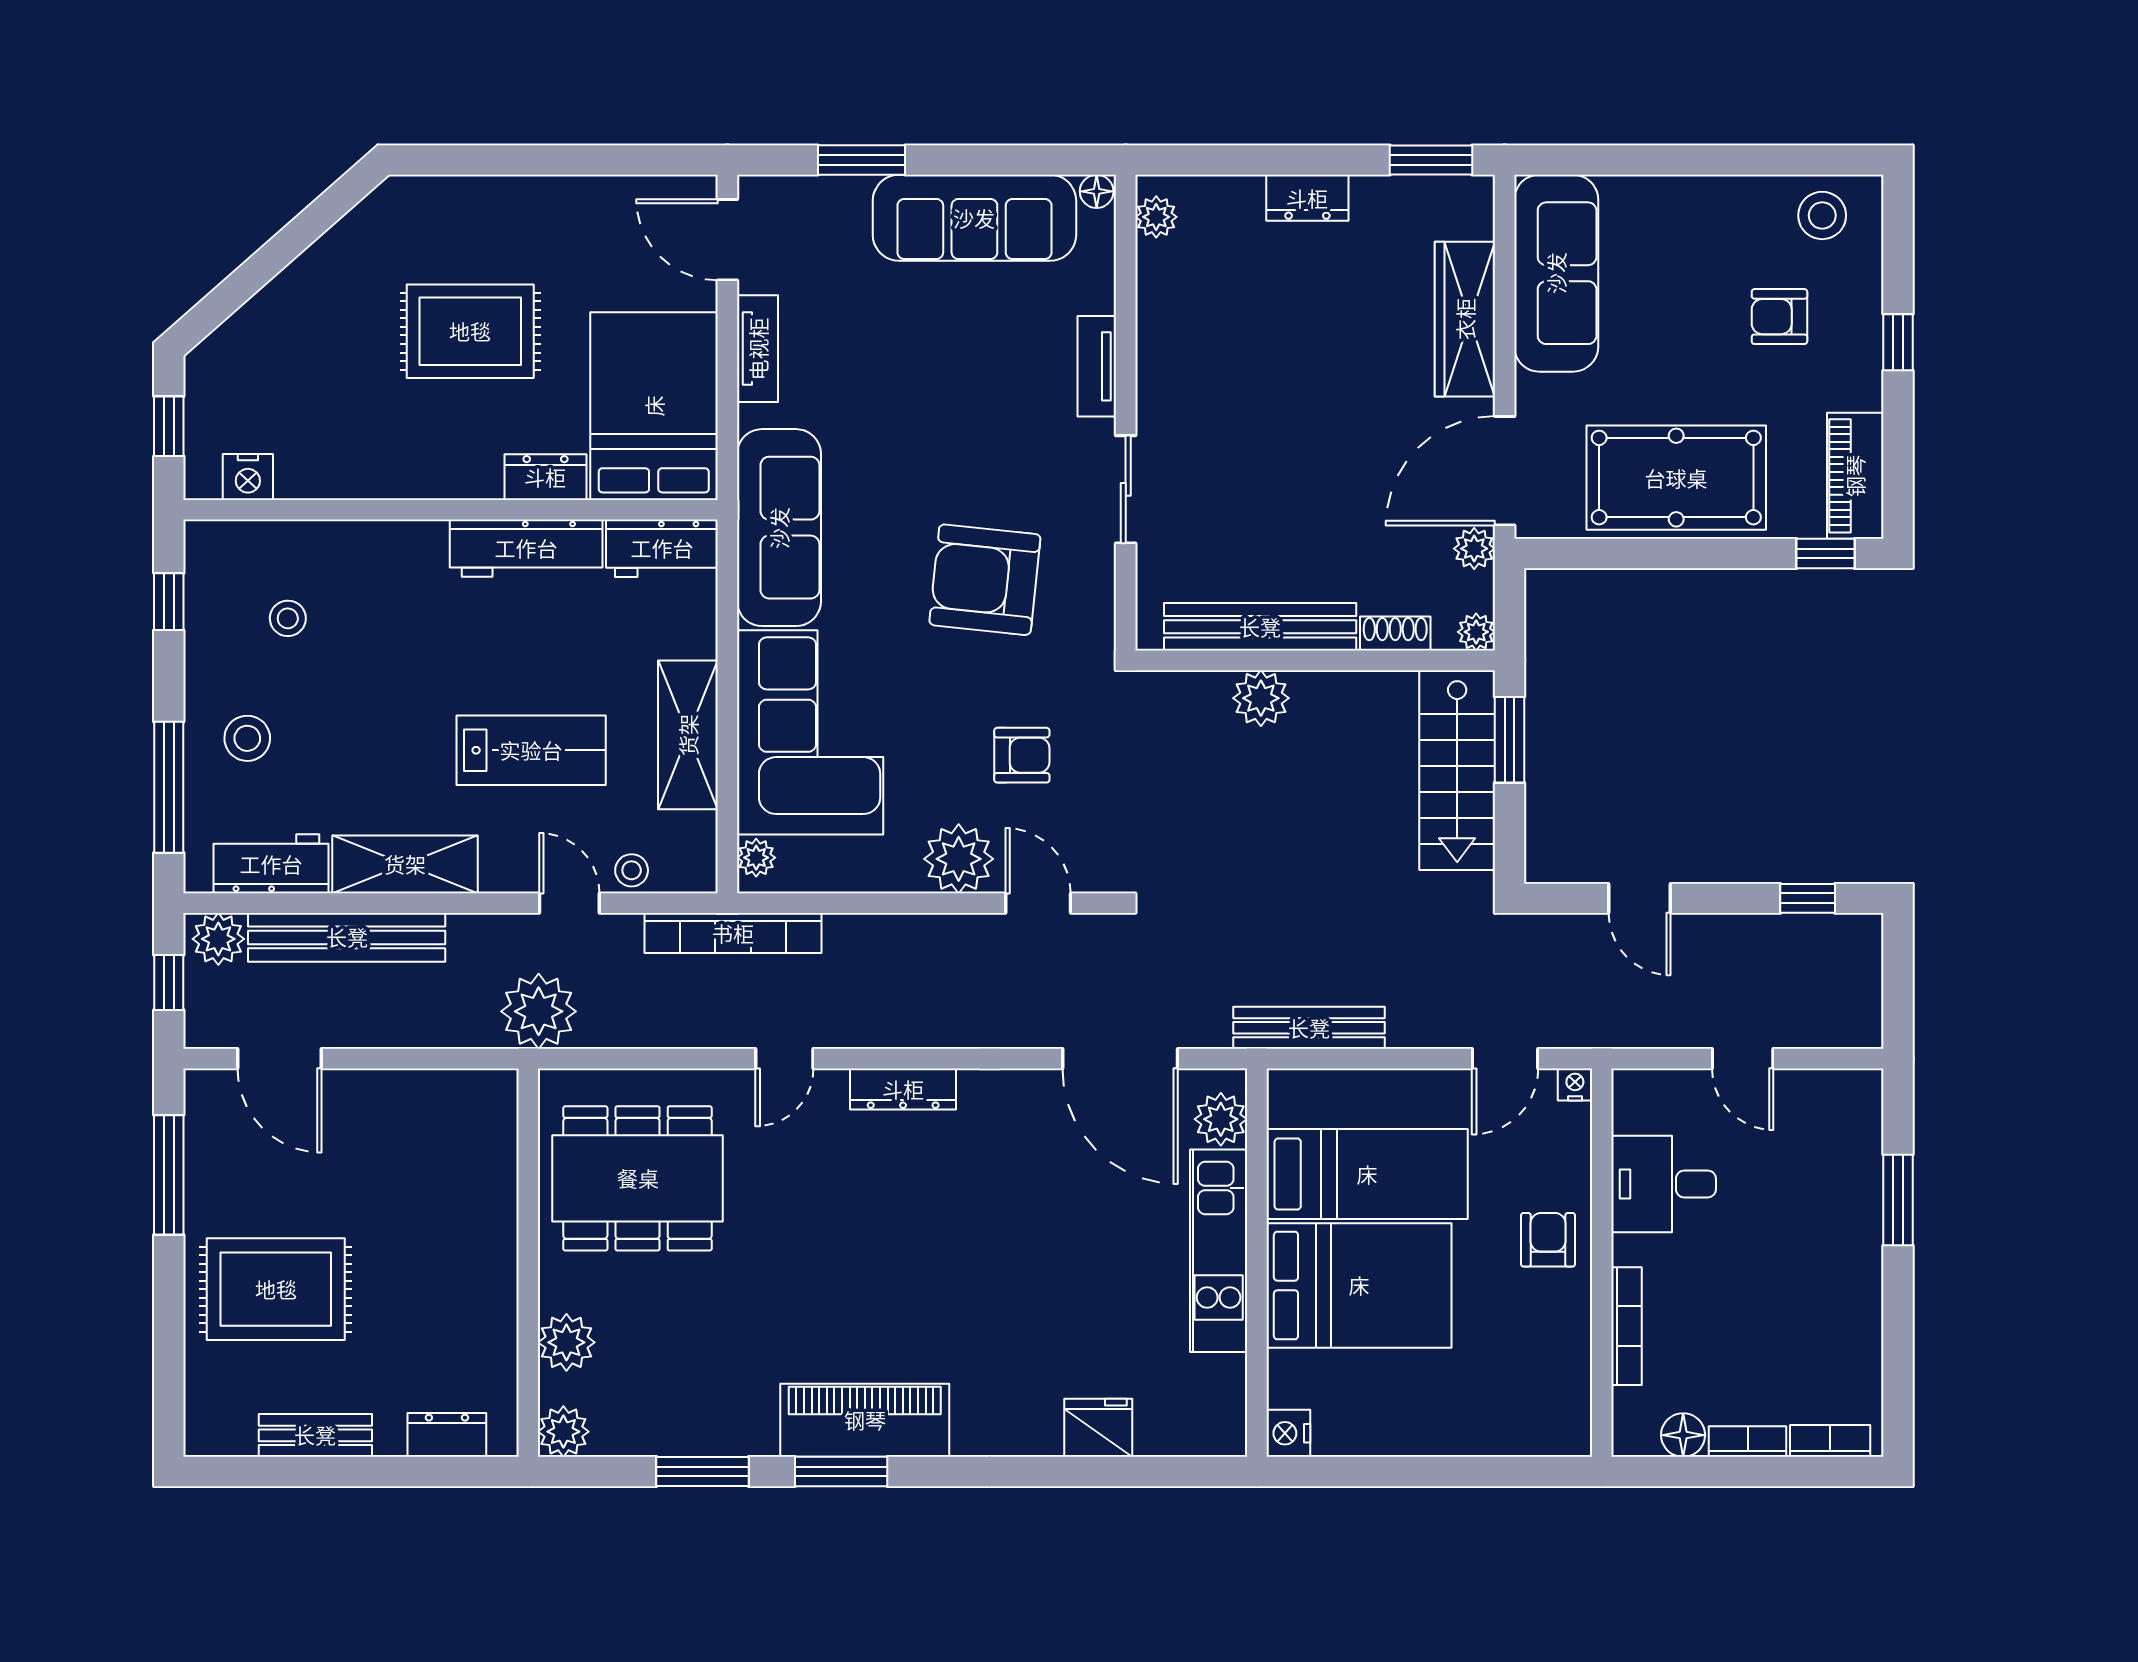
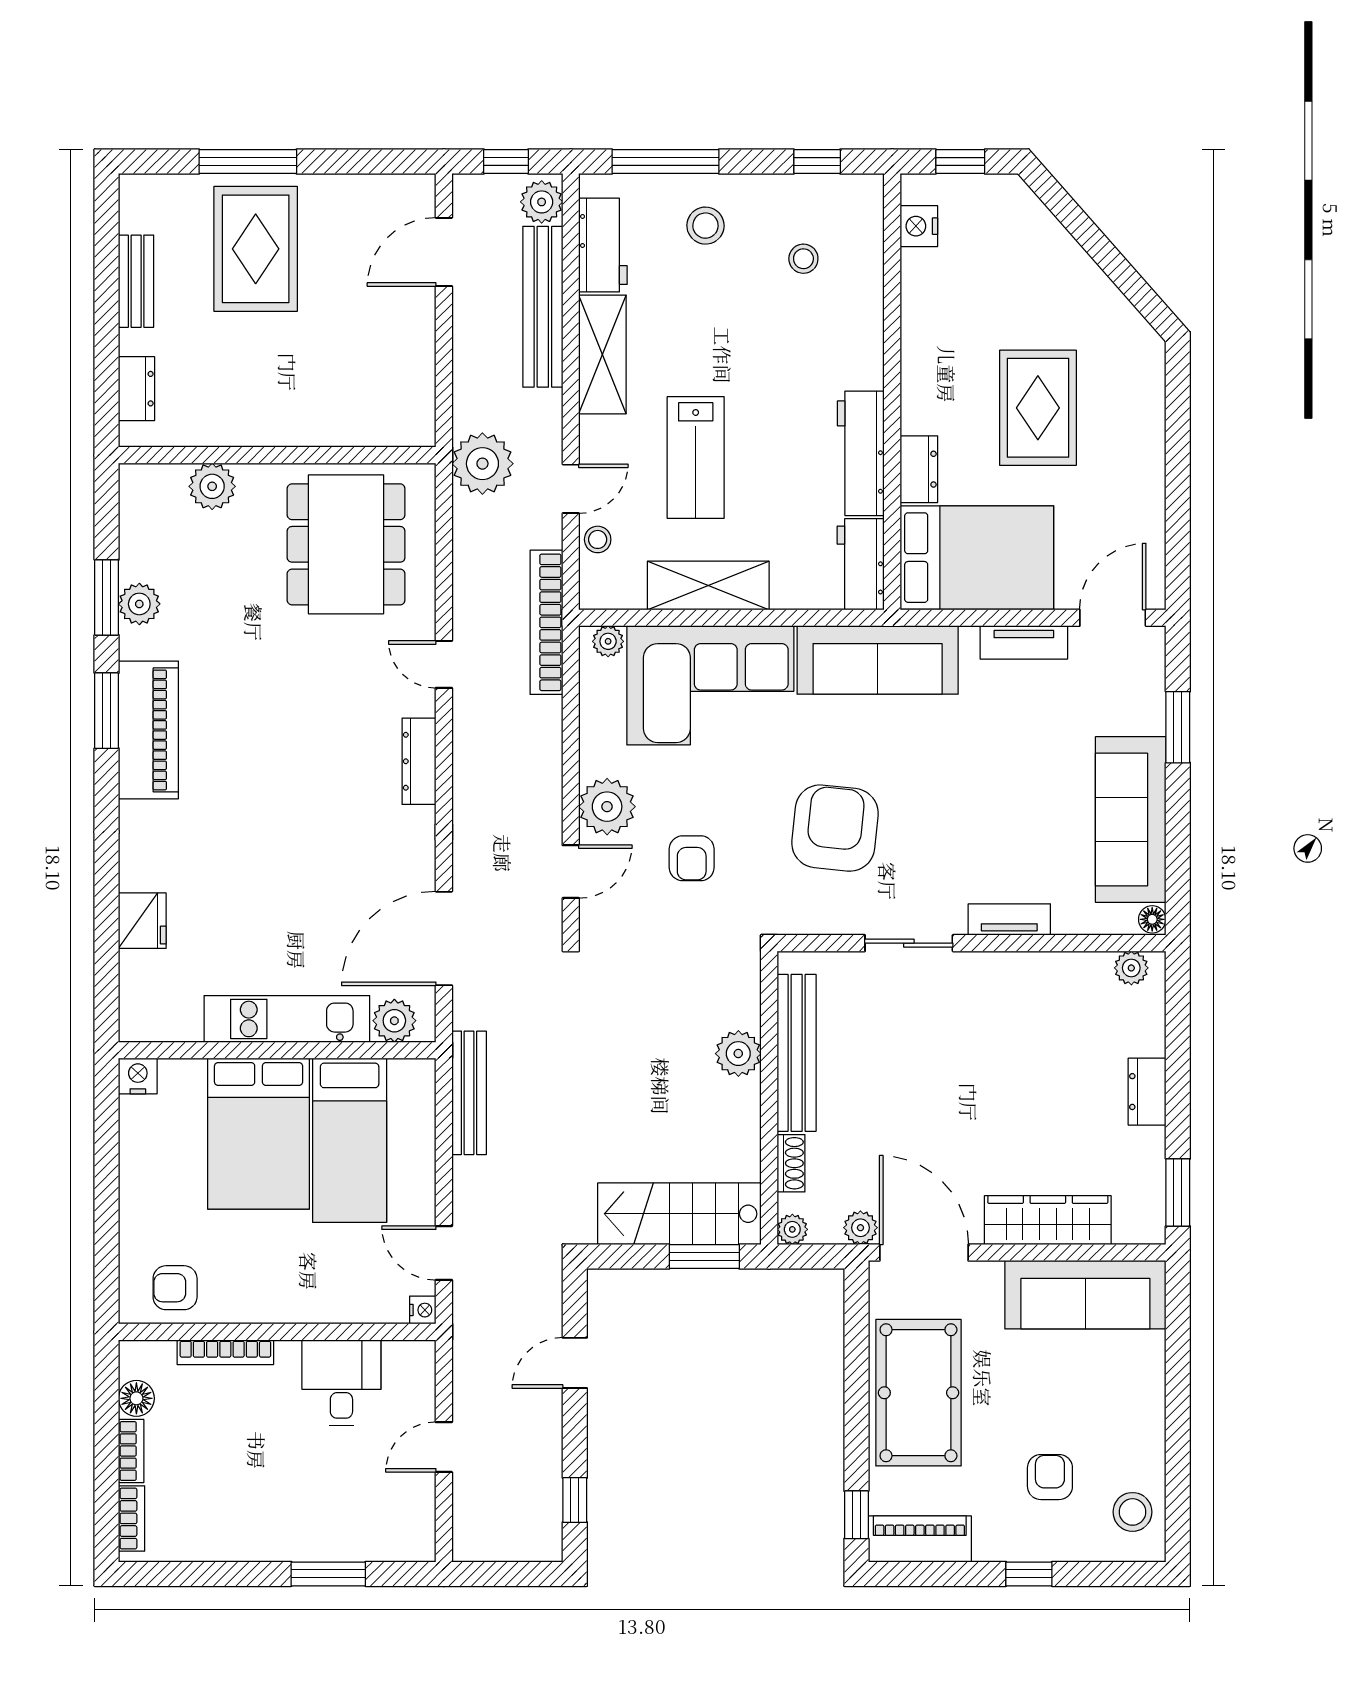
window: (169, 1175) -> (248, 162), moved
armchair: (1548, 1240) -> (175, 1288), moved, turned 180
plant: (563, 1432) -> (139, 604), moved

